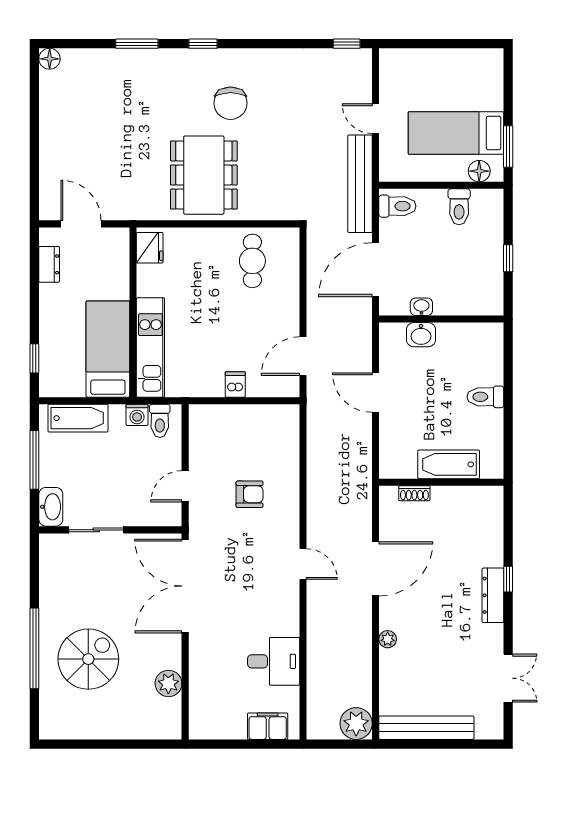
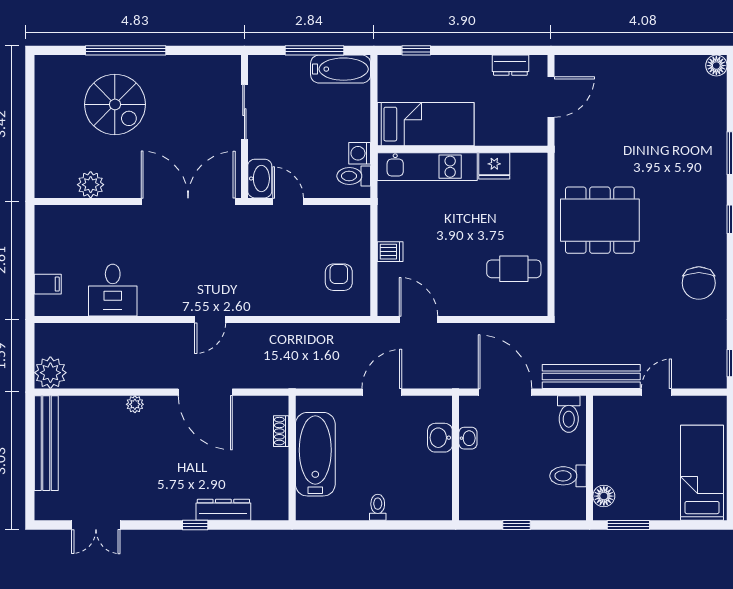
chair: (231, 103) -> (699, 283), moved, turned -90
bed: (456, 133) -> (702, 473), moved
fridge: (150, 248) -> (494, 166), moved
toilet: (485, 397) -> (378, 507), width x0.73, depth x0.72
bathtub: (78, 418) -> (341, 69), moved, turned -90
bathtub: (449, 464) -> (315, 454), width x1.36, depth x1.36
armchair: (250, 494) -> (339, 277), moved, turned 180
washbasin: (51, 507) -> (260, 179), moved, turned -90
dresser: (493, 595) -> (223, 510), moved
filing cabinet: (268, 726) -> (48, 284), width x0.50

